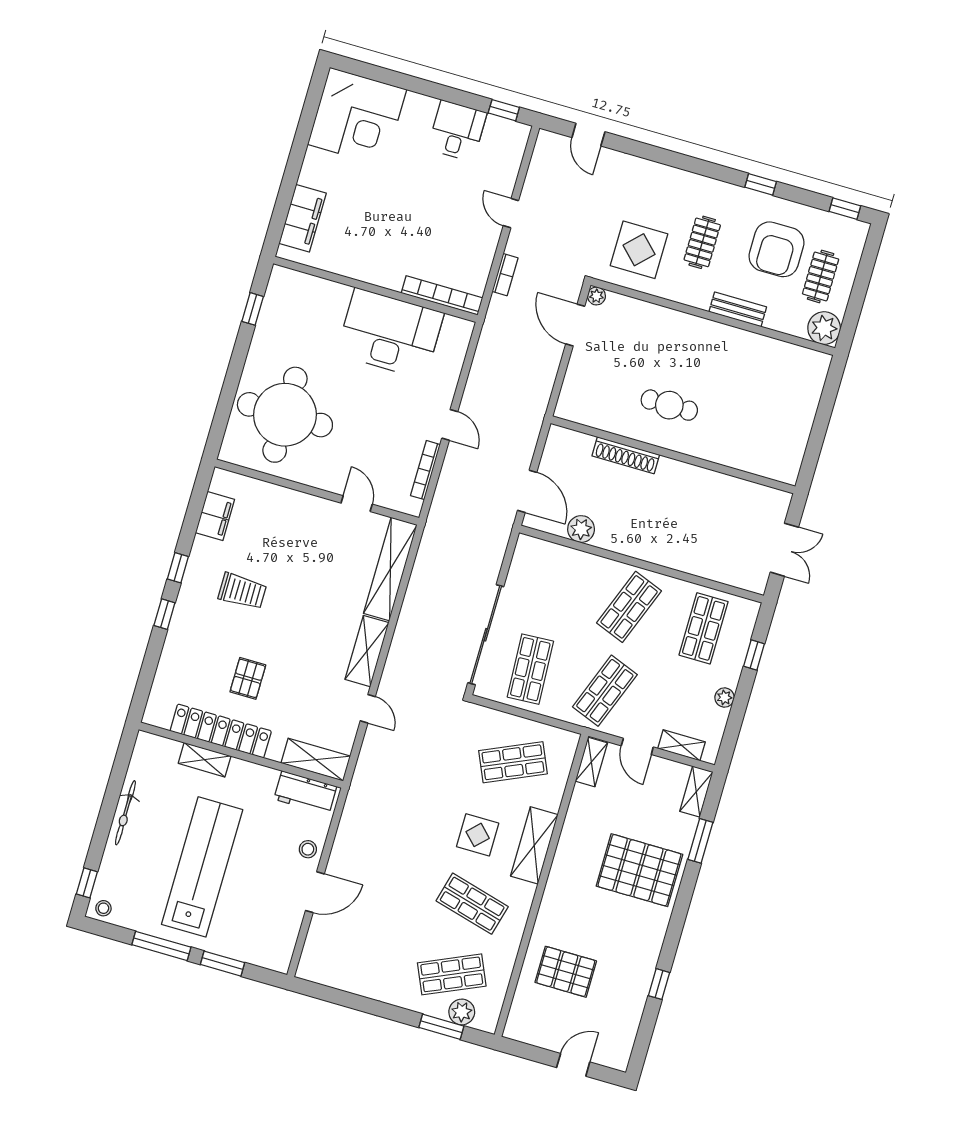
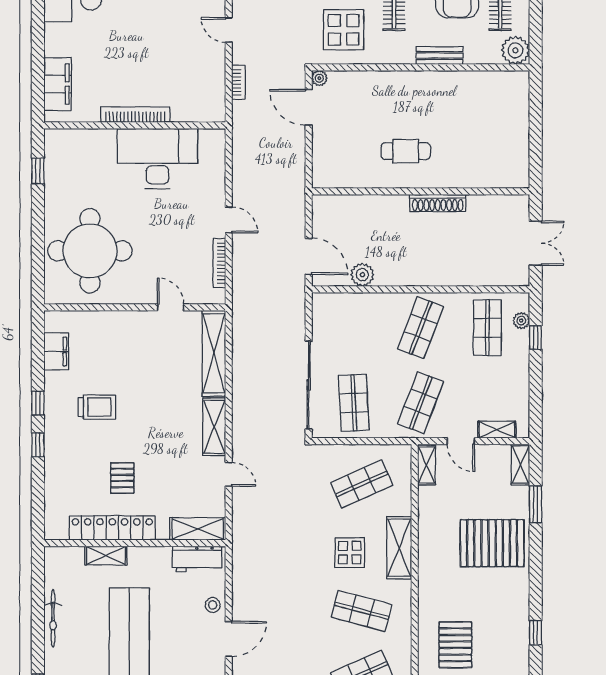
bookcase: (442, 295) -> (135, 115), moved
shoe rack: (626, 455) -> (438, 203), moved
plant: (725, 698) -> (521, 321), moved
pallet: (566, 972) -> (455, 645), turned 90

